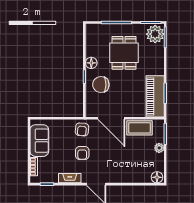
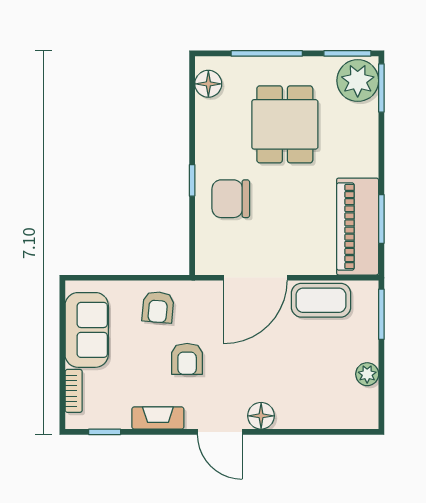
floor lamp: (91, 63) -> (208, 84), moved
door: (111, 118) -> (255, 278), hinge flipped
armchair: (82, 129) -> (158, 307), moved
plant: (159, 148) -> (367, 374), moved
floor lamp: (157, 177) -> (261, 416), moved

